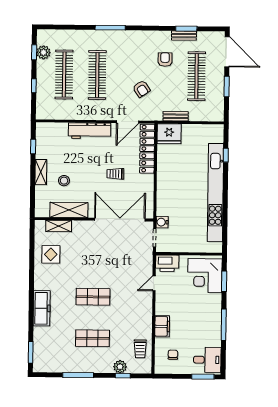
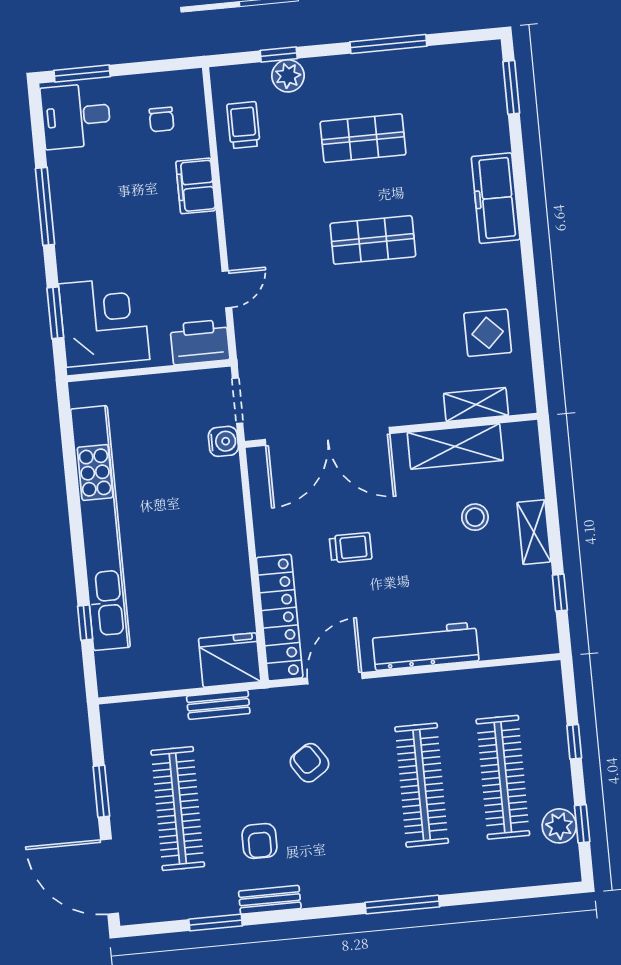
bench: (184, 36) -> (270, 900), moved

